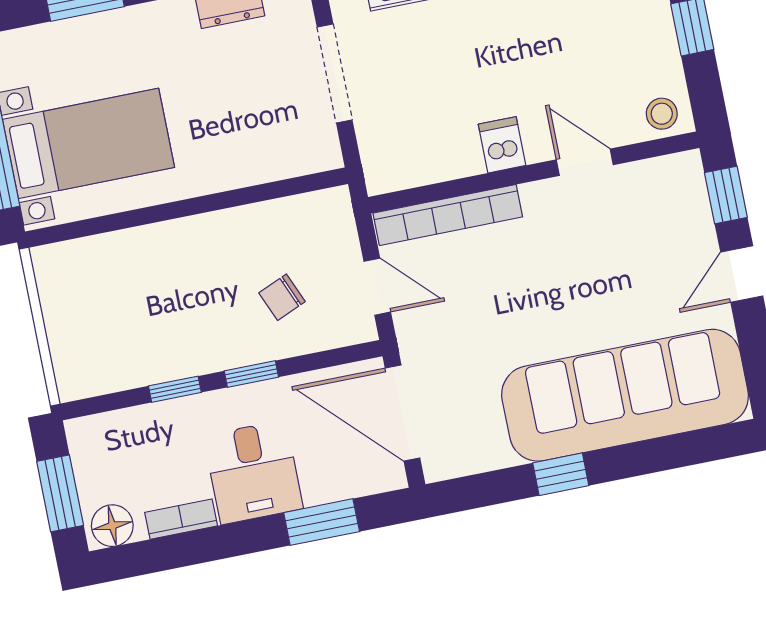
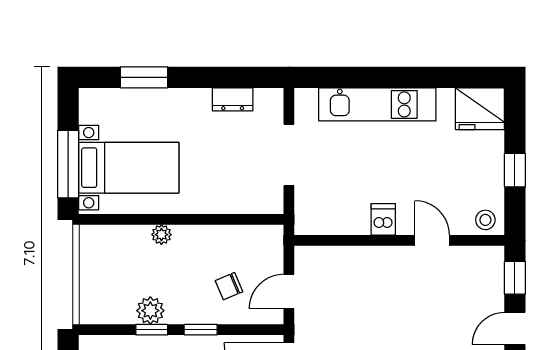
bookcase: (448, 215) -> (341, 256), removed
plant: (161, 238) -> (161, 235), added
door: (377, 287) -> (289, 291), swing flipped
plant: (167, 360) -> (150, 311), added

